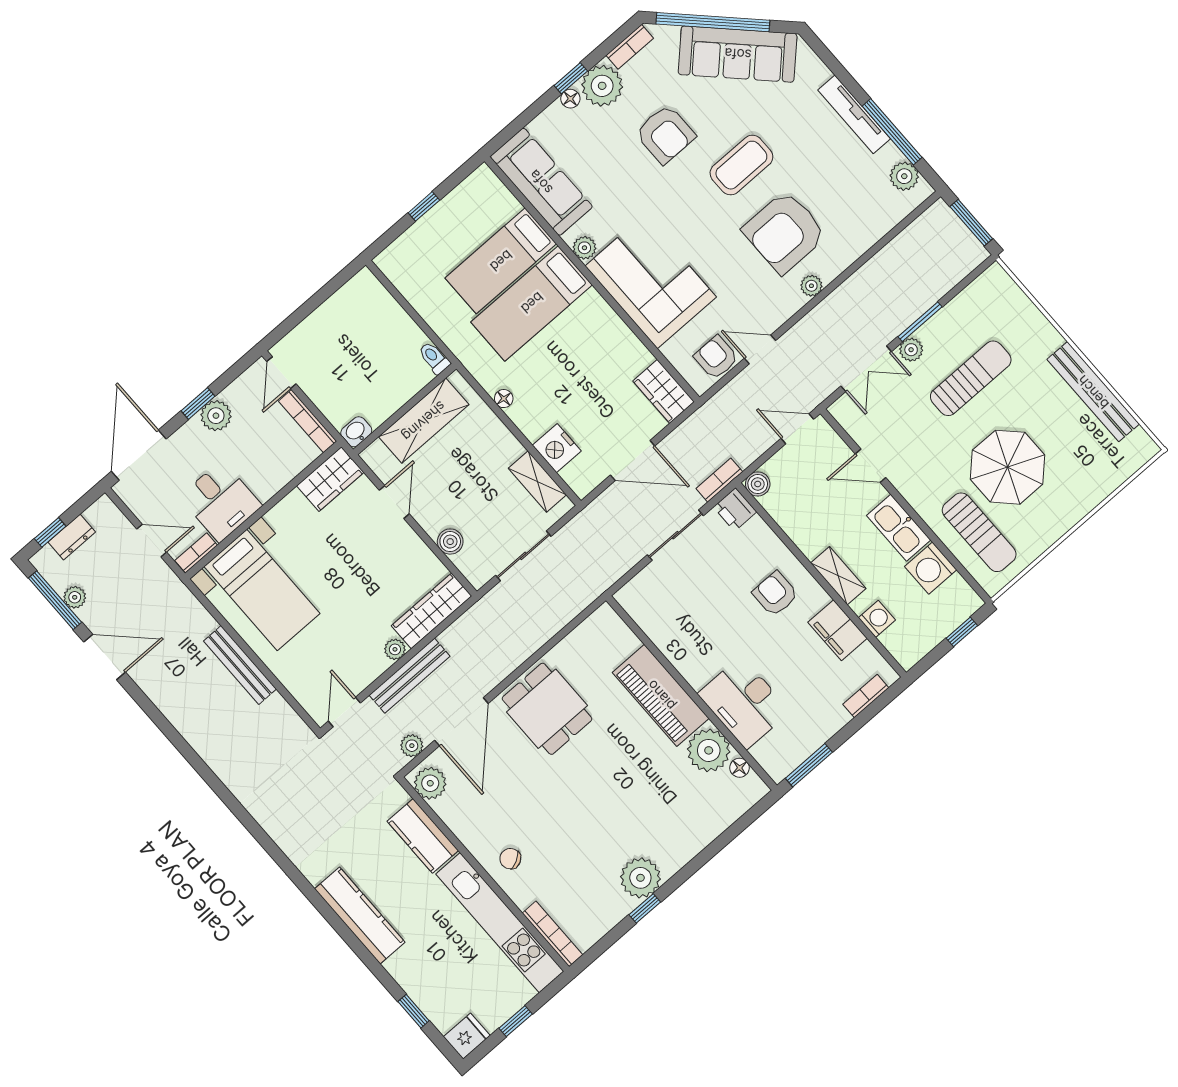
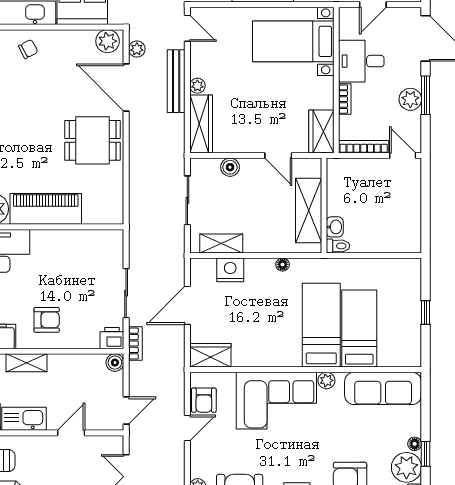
armchair: (716, 357) -> (204, 400), turned 90
window: (198, 403) -> (426, 95), width x1.50
washbasin: (356, 432) -> (335, 227), moved
bookcase: (196, 553) -> (345, 99), moved

